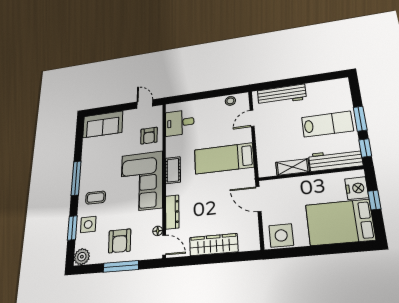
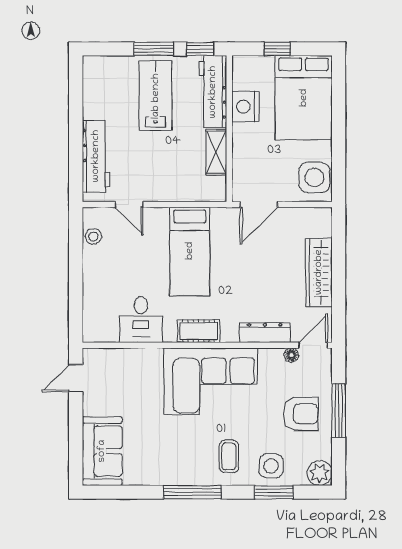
desk: (180, 123) -> (141, 320), moved
armchair: (149, 136) -> (134, 370), removed
nightstand: (357, 188) -> (245, 107), moved, turned -90

